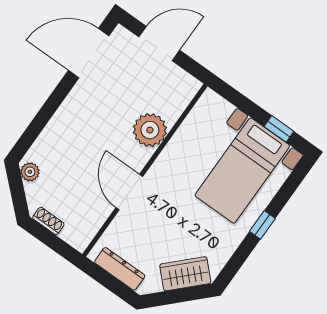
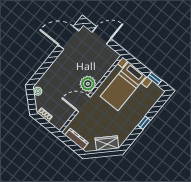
plant: (150, 130) -> (88, 84), moved
bed with nightstands: (242, 171) -> (123, 86), moved
door: (129, 192) -> (83, 104), hinge flipped

